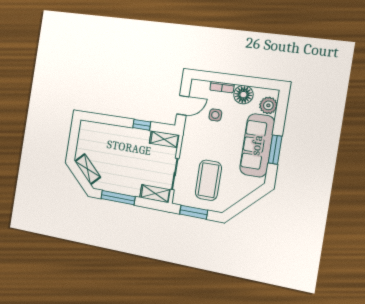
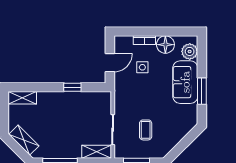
shelving: (164, 139) -> (22, 98), moved
sofa: (257, 145) -> (185, 82), width x0.73
coffee table: (208, 180) -> (146, 130), width x0.54, depth x0.58

